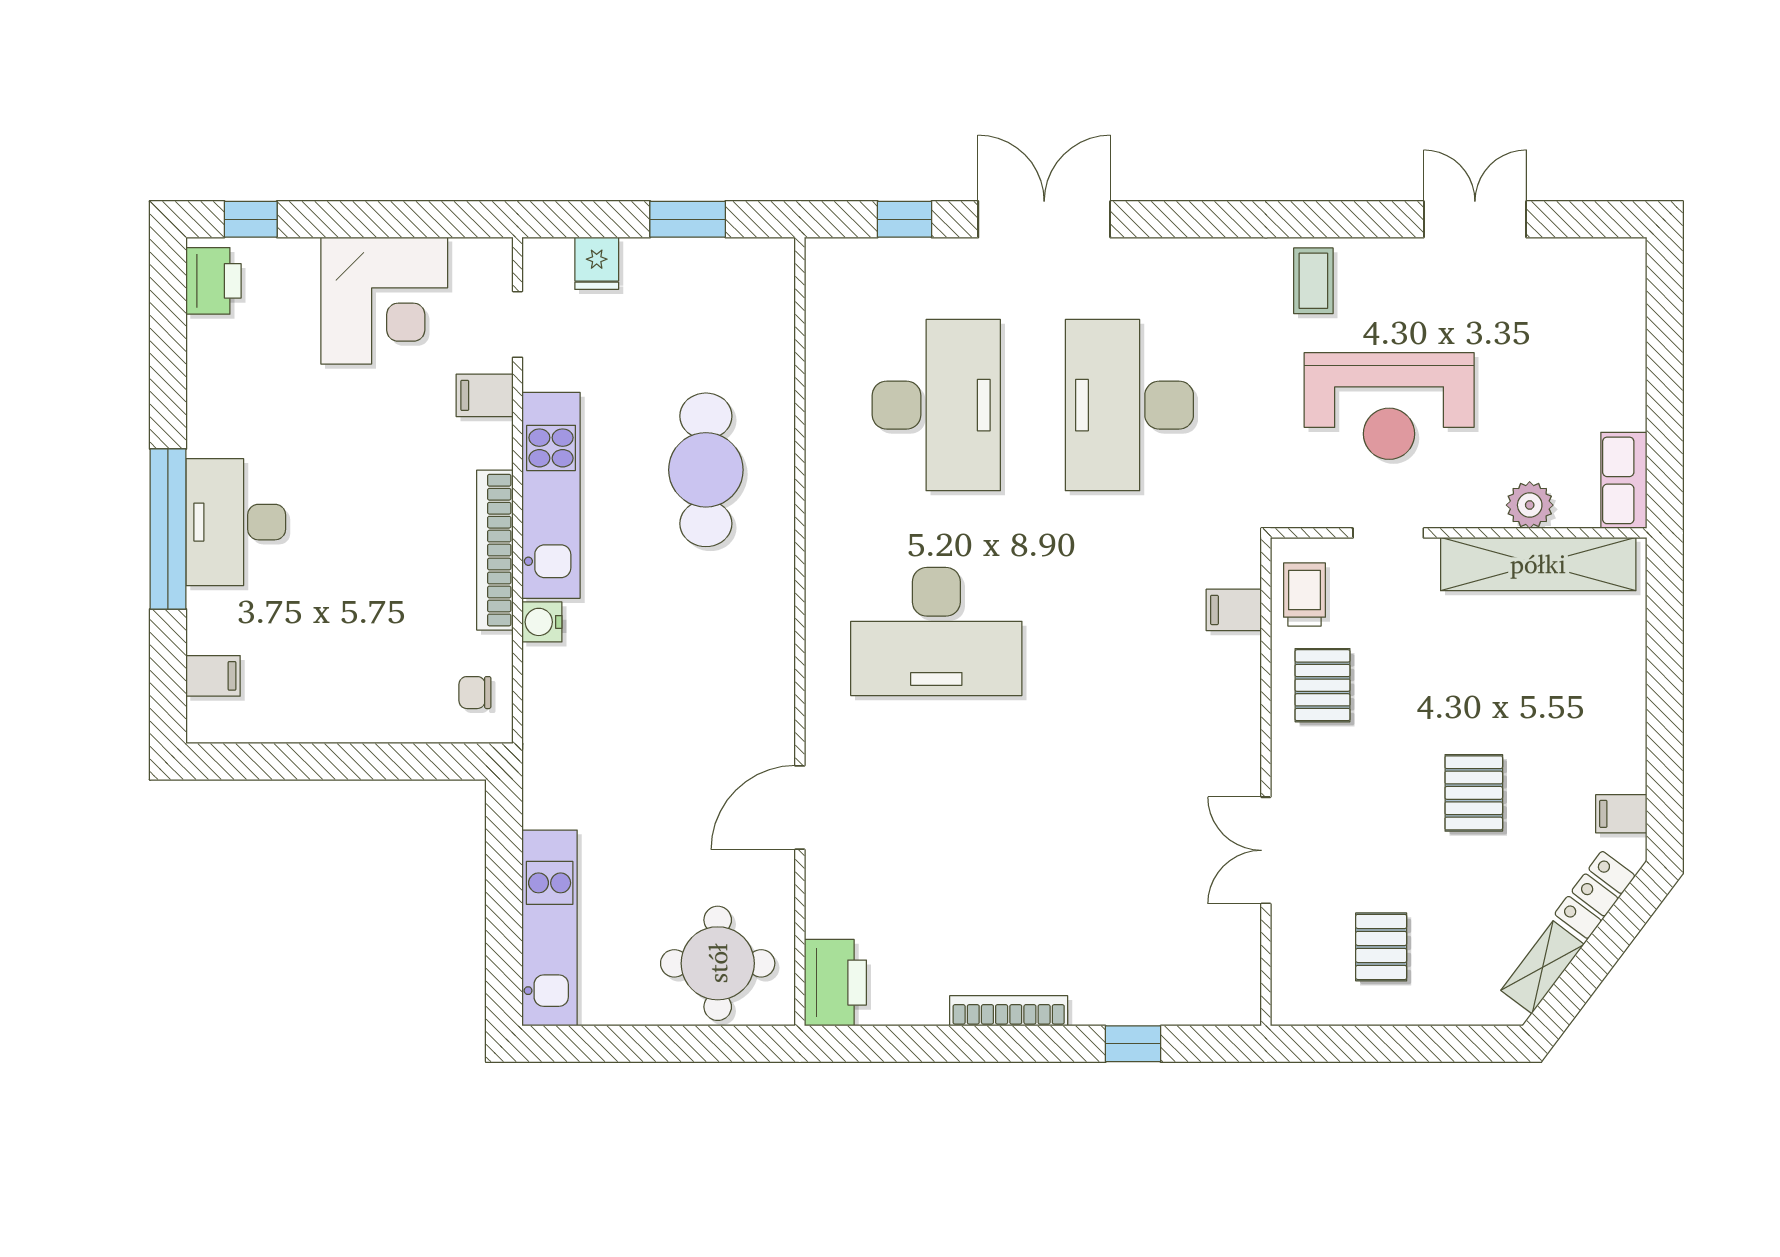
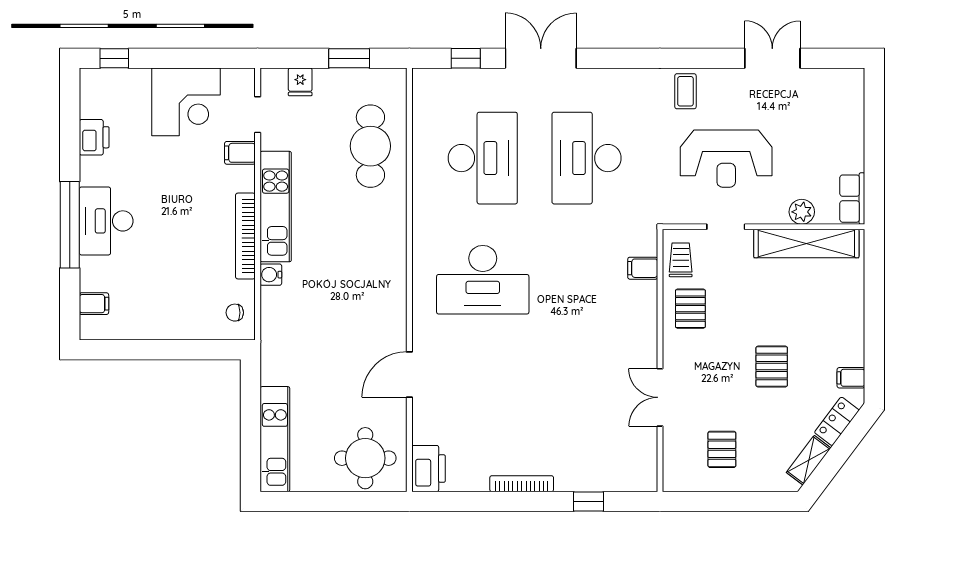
printer: (213, 281) -> (94, 137), moved
cafe table: (706, 470) -> (370, 146), moved

